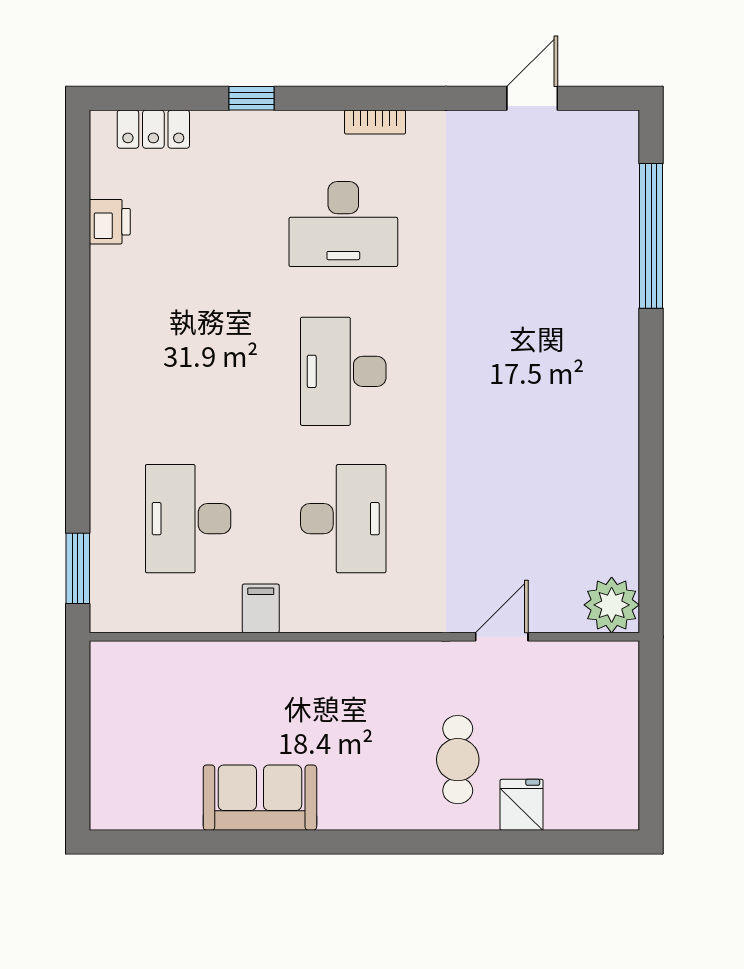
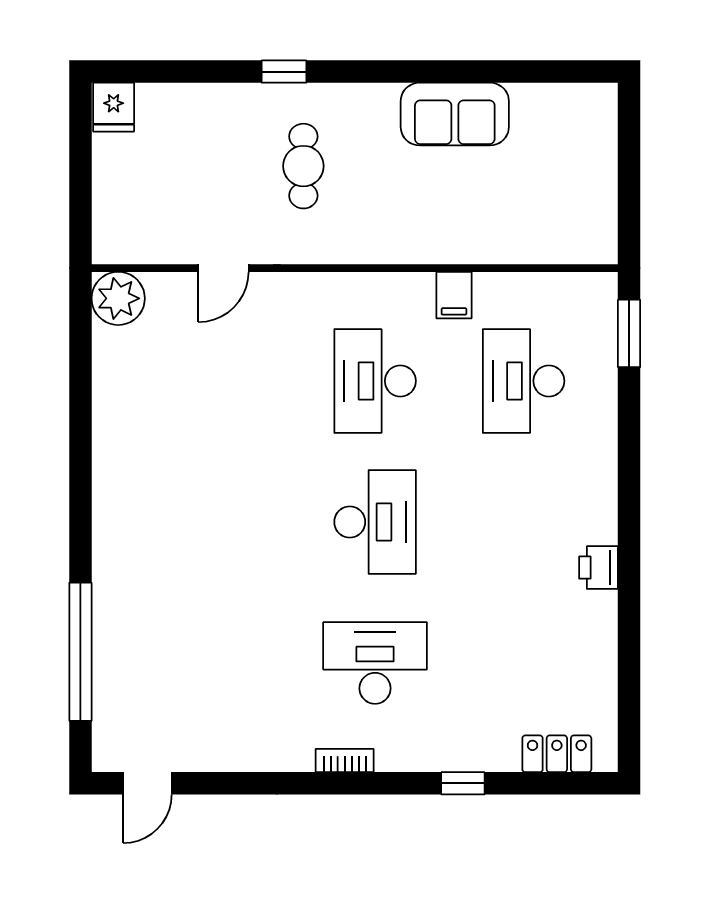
door: (532, 98) -> (147, 783), moved
printer: (110, 222) -> (599, 568), moved
desk: (188, 519) -> (524, 381), turned 180
cafe table: (458, 760) -> (303, 166), moved
fridge: (522, 805) -> (114, 107), moved
window: (438, 842) -> (284, 72), added

